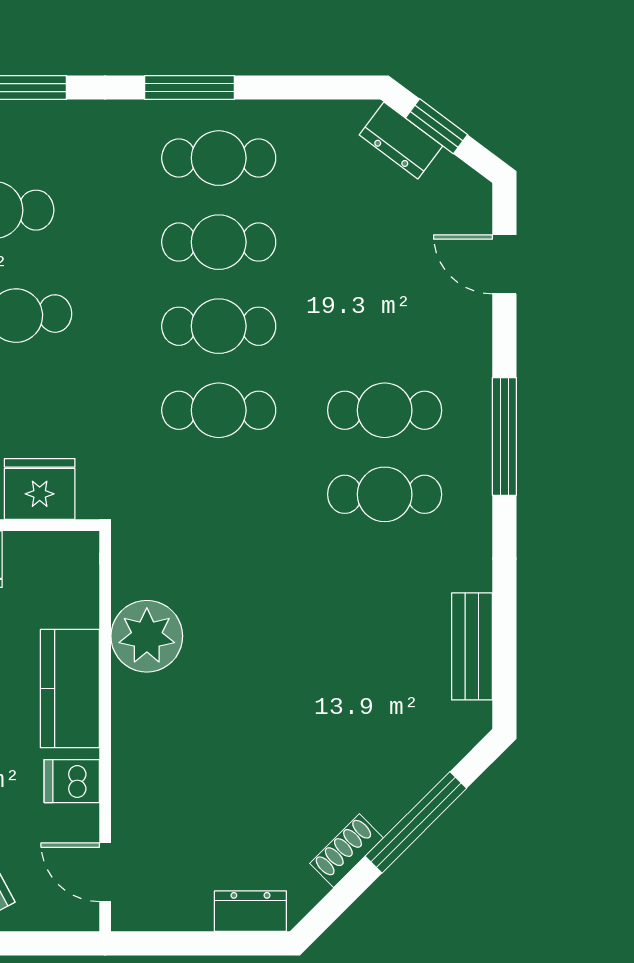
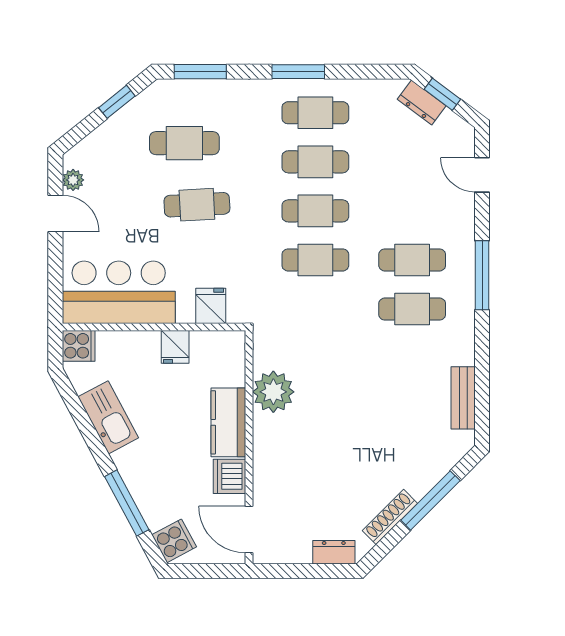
fridge: (40, 489) -> (211, 306), width x0.72
dishwasher: (72, 781) -> (230, 476), width x1.38
shoe rack: (347, 851) -> (390, 517), width x1.43
door: (105, 872) -> (249, 530), width x1.38

